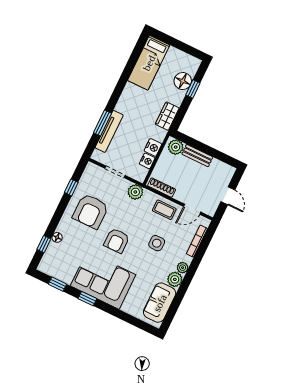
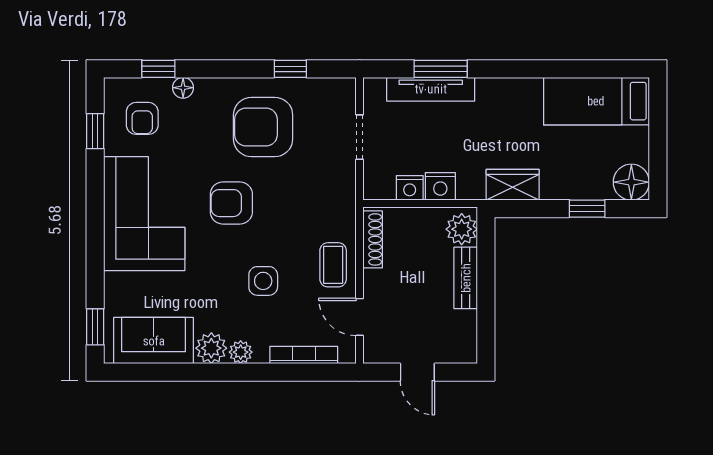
floor lamp: (183, 81) -> (631, 182), moved
plant: (135, 192) -> (340, 194), removed
door: (228, 196) -> (417, 372), hinge flipped
armchair: (62, 261) -> (142, 118), added
window: (87, 299) -> (95, 327), moved

